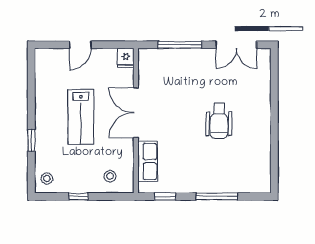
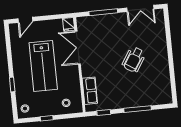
door: (80, 45) -> (25, 20), moved
double door: (136, 113) -> (78, 48), moved
lab bench: (81, 117) -> (43, 66), width x1.36, depth x1.39
wheelchair: (219, 121) -> (134, 59), turned 33

